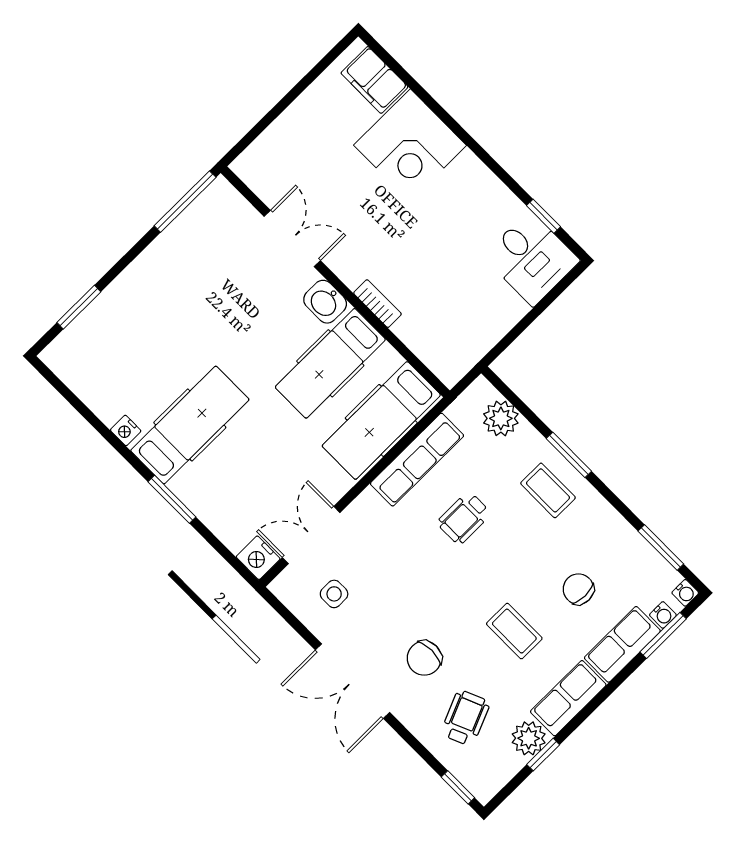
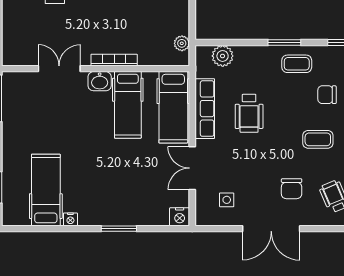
bookcase: (377, 304) -> (114, 60), width x1.56
plant: (468, 355) -> (182, 43), added
hospital bed: (190, 425) -> (46, 190), moved
window: (569, 455) -> (284, 43), moved
coffee table: (548, 490) -> (297, 64), moved
wheelchair: (464, 518) -> (249, 113), width x1.36, depth x1.37
double door: (311, 535) -> (192, 168), moved

